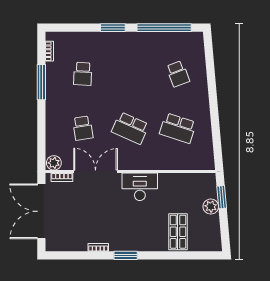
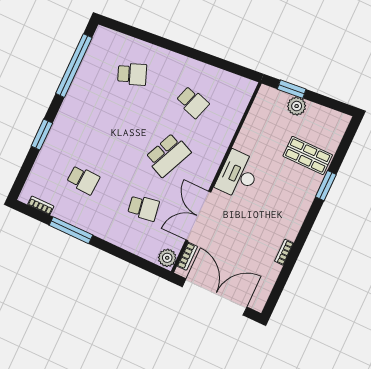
window: (113, 28) -> (42, 135), moved
school desk: (178, 128) -> (193, 102), width x0.54
double door: (41, 211) -> (215, 297), swing flipped
window: (126, 255) -> (326, 186), moved

